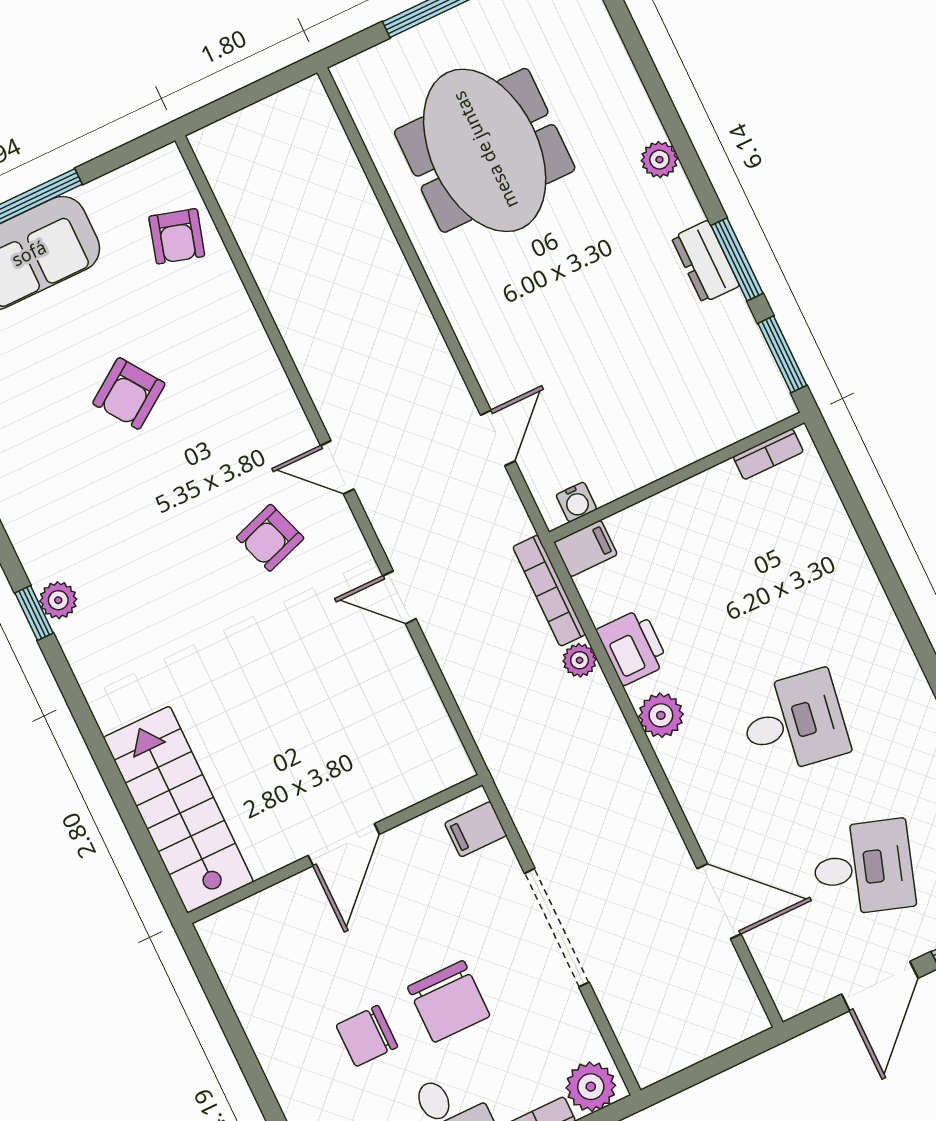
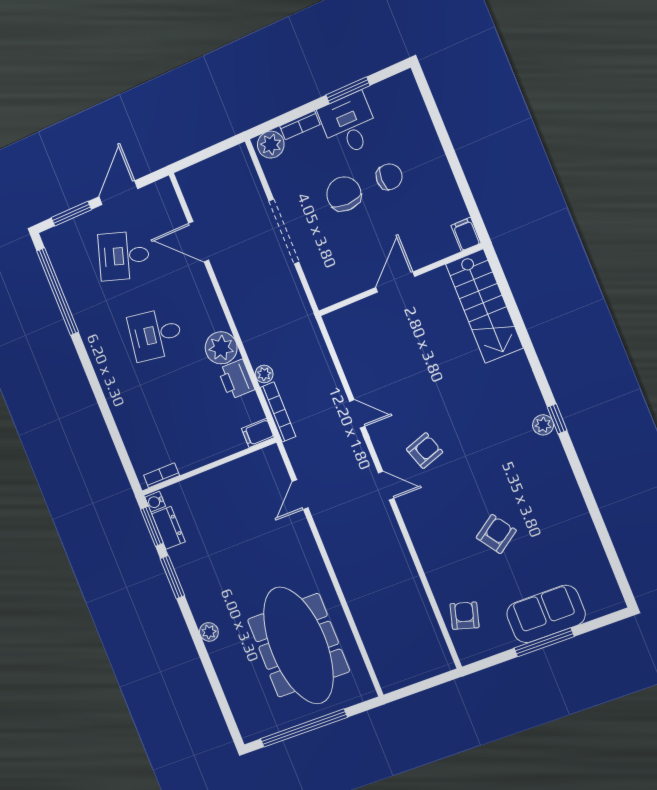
meeting table: (485, 150) -> (298, 645), width x1.36
dresser: (705, 262) -> (168, 528), moved
water cooler: (576, 502) -> (155, 502), moved, turned -90
plant: (661, 715) -> (221, 348), width x1.36, depth x1.36
filing cabinet: (476, 829) -> (466, 234), moved, turned -90

